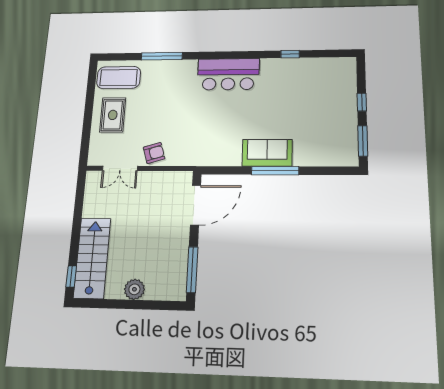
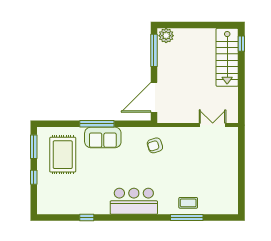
coffee table: (119, 78) -> (188, 203), moved, width x0.54, depth x0.58
rug: (113, 115) -> (63, 155), moved, width x1.36, depth x1.43
armchair: (154, 153) -> (155, 145), moved
plant: (134, 289) -> (166, 36), moved

